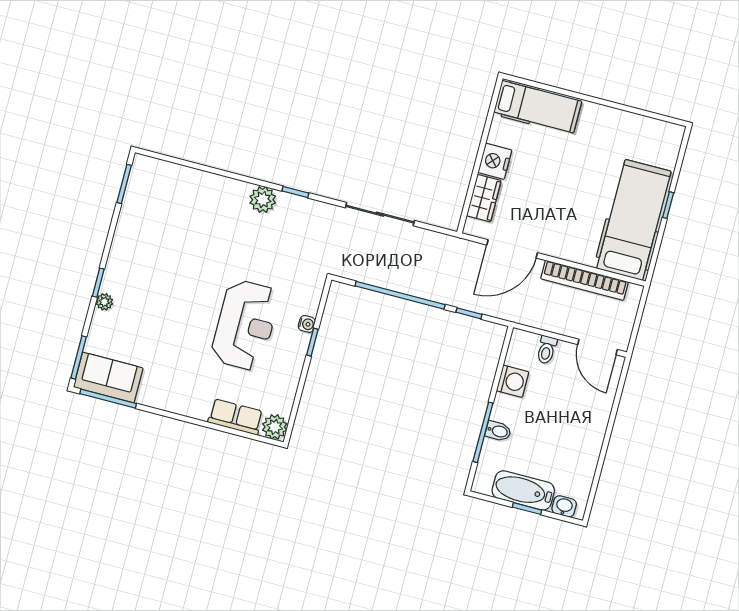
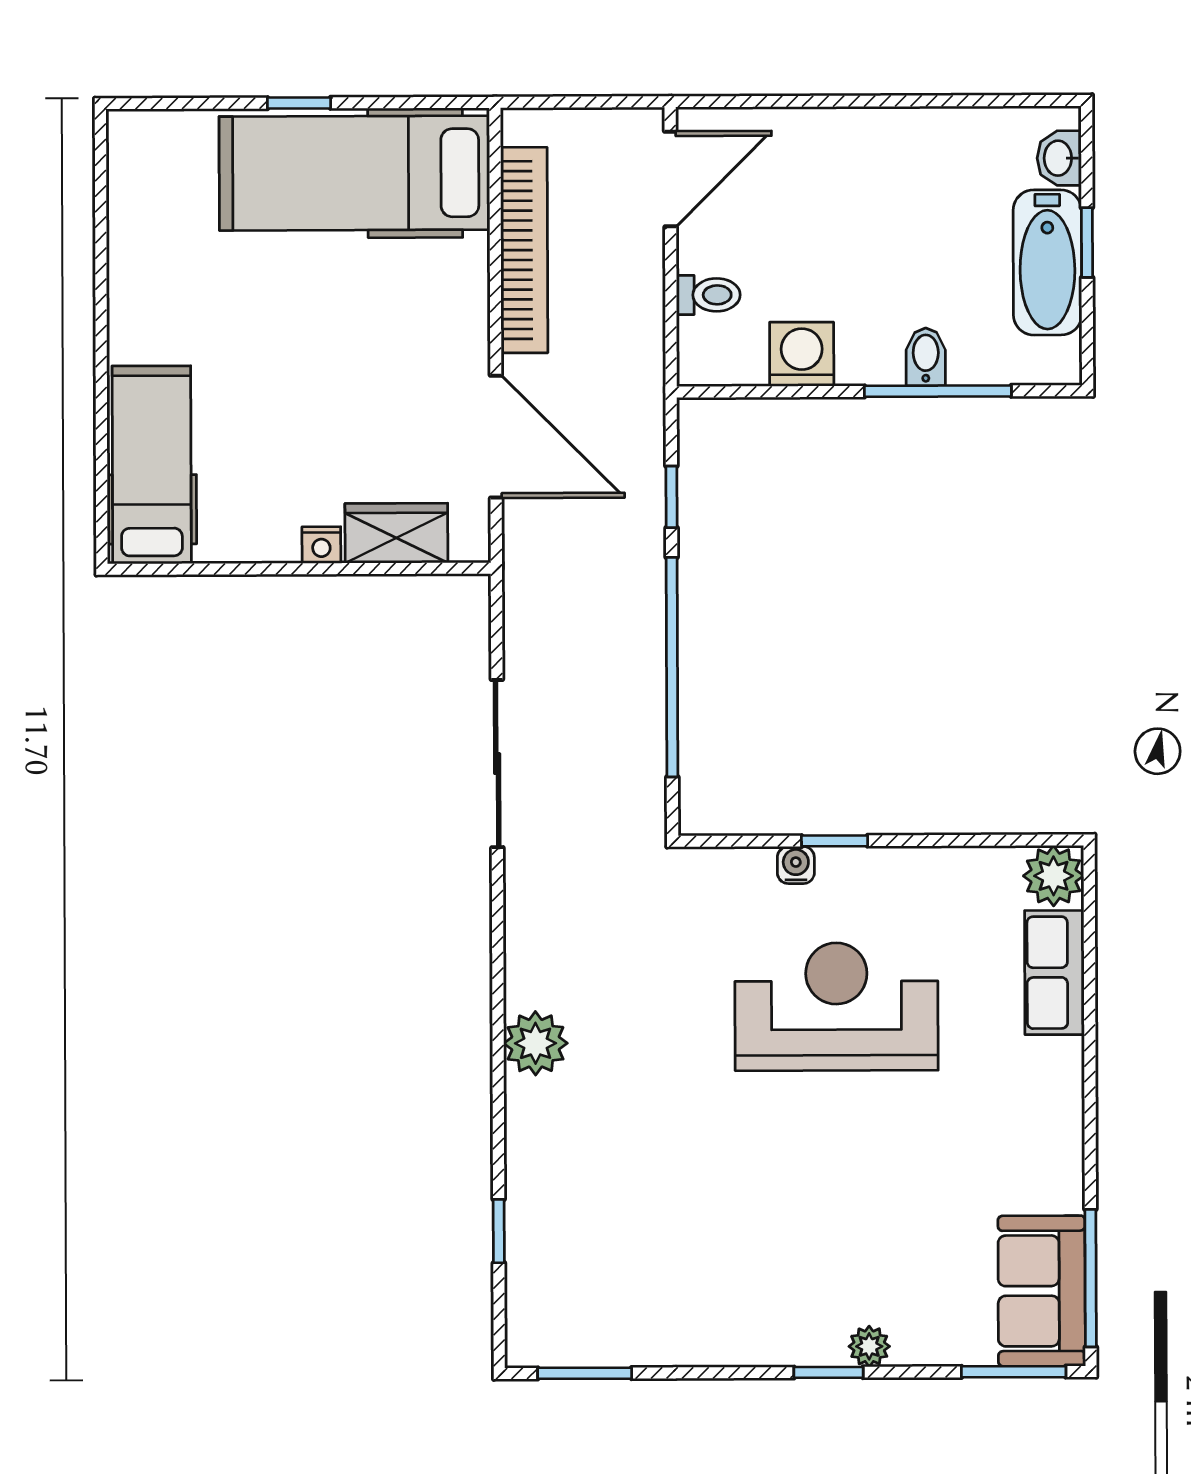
nightstand: (495, 161) -> (321, 545), width x0.53, depth x0.56
window: (295, 192) -> (499, 1231), moved

